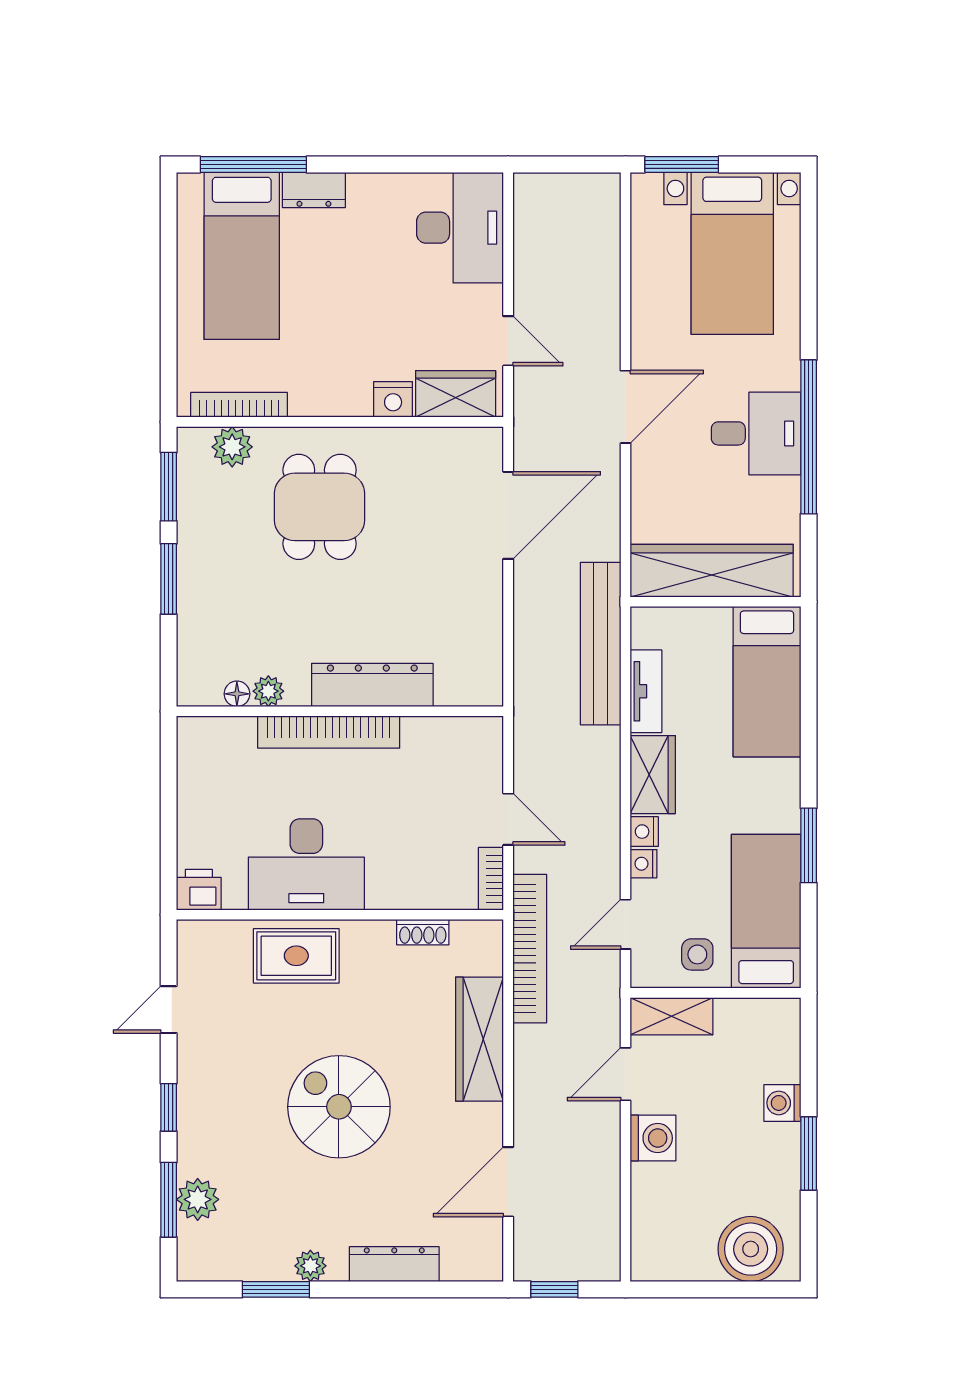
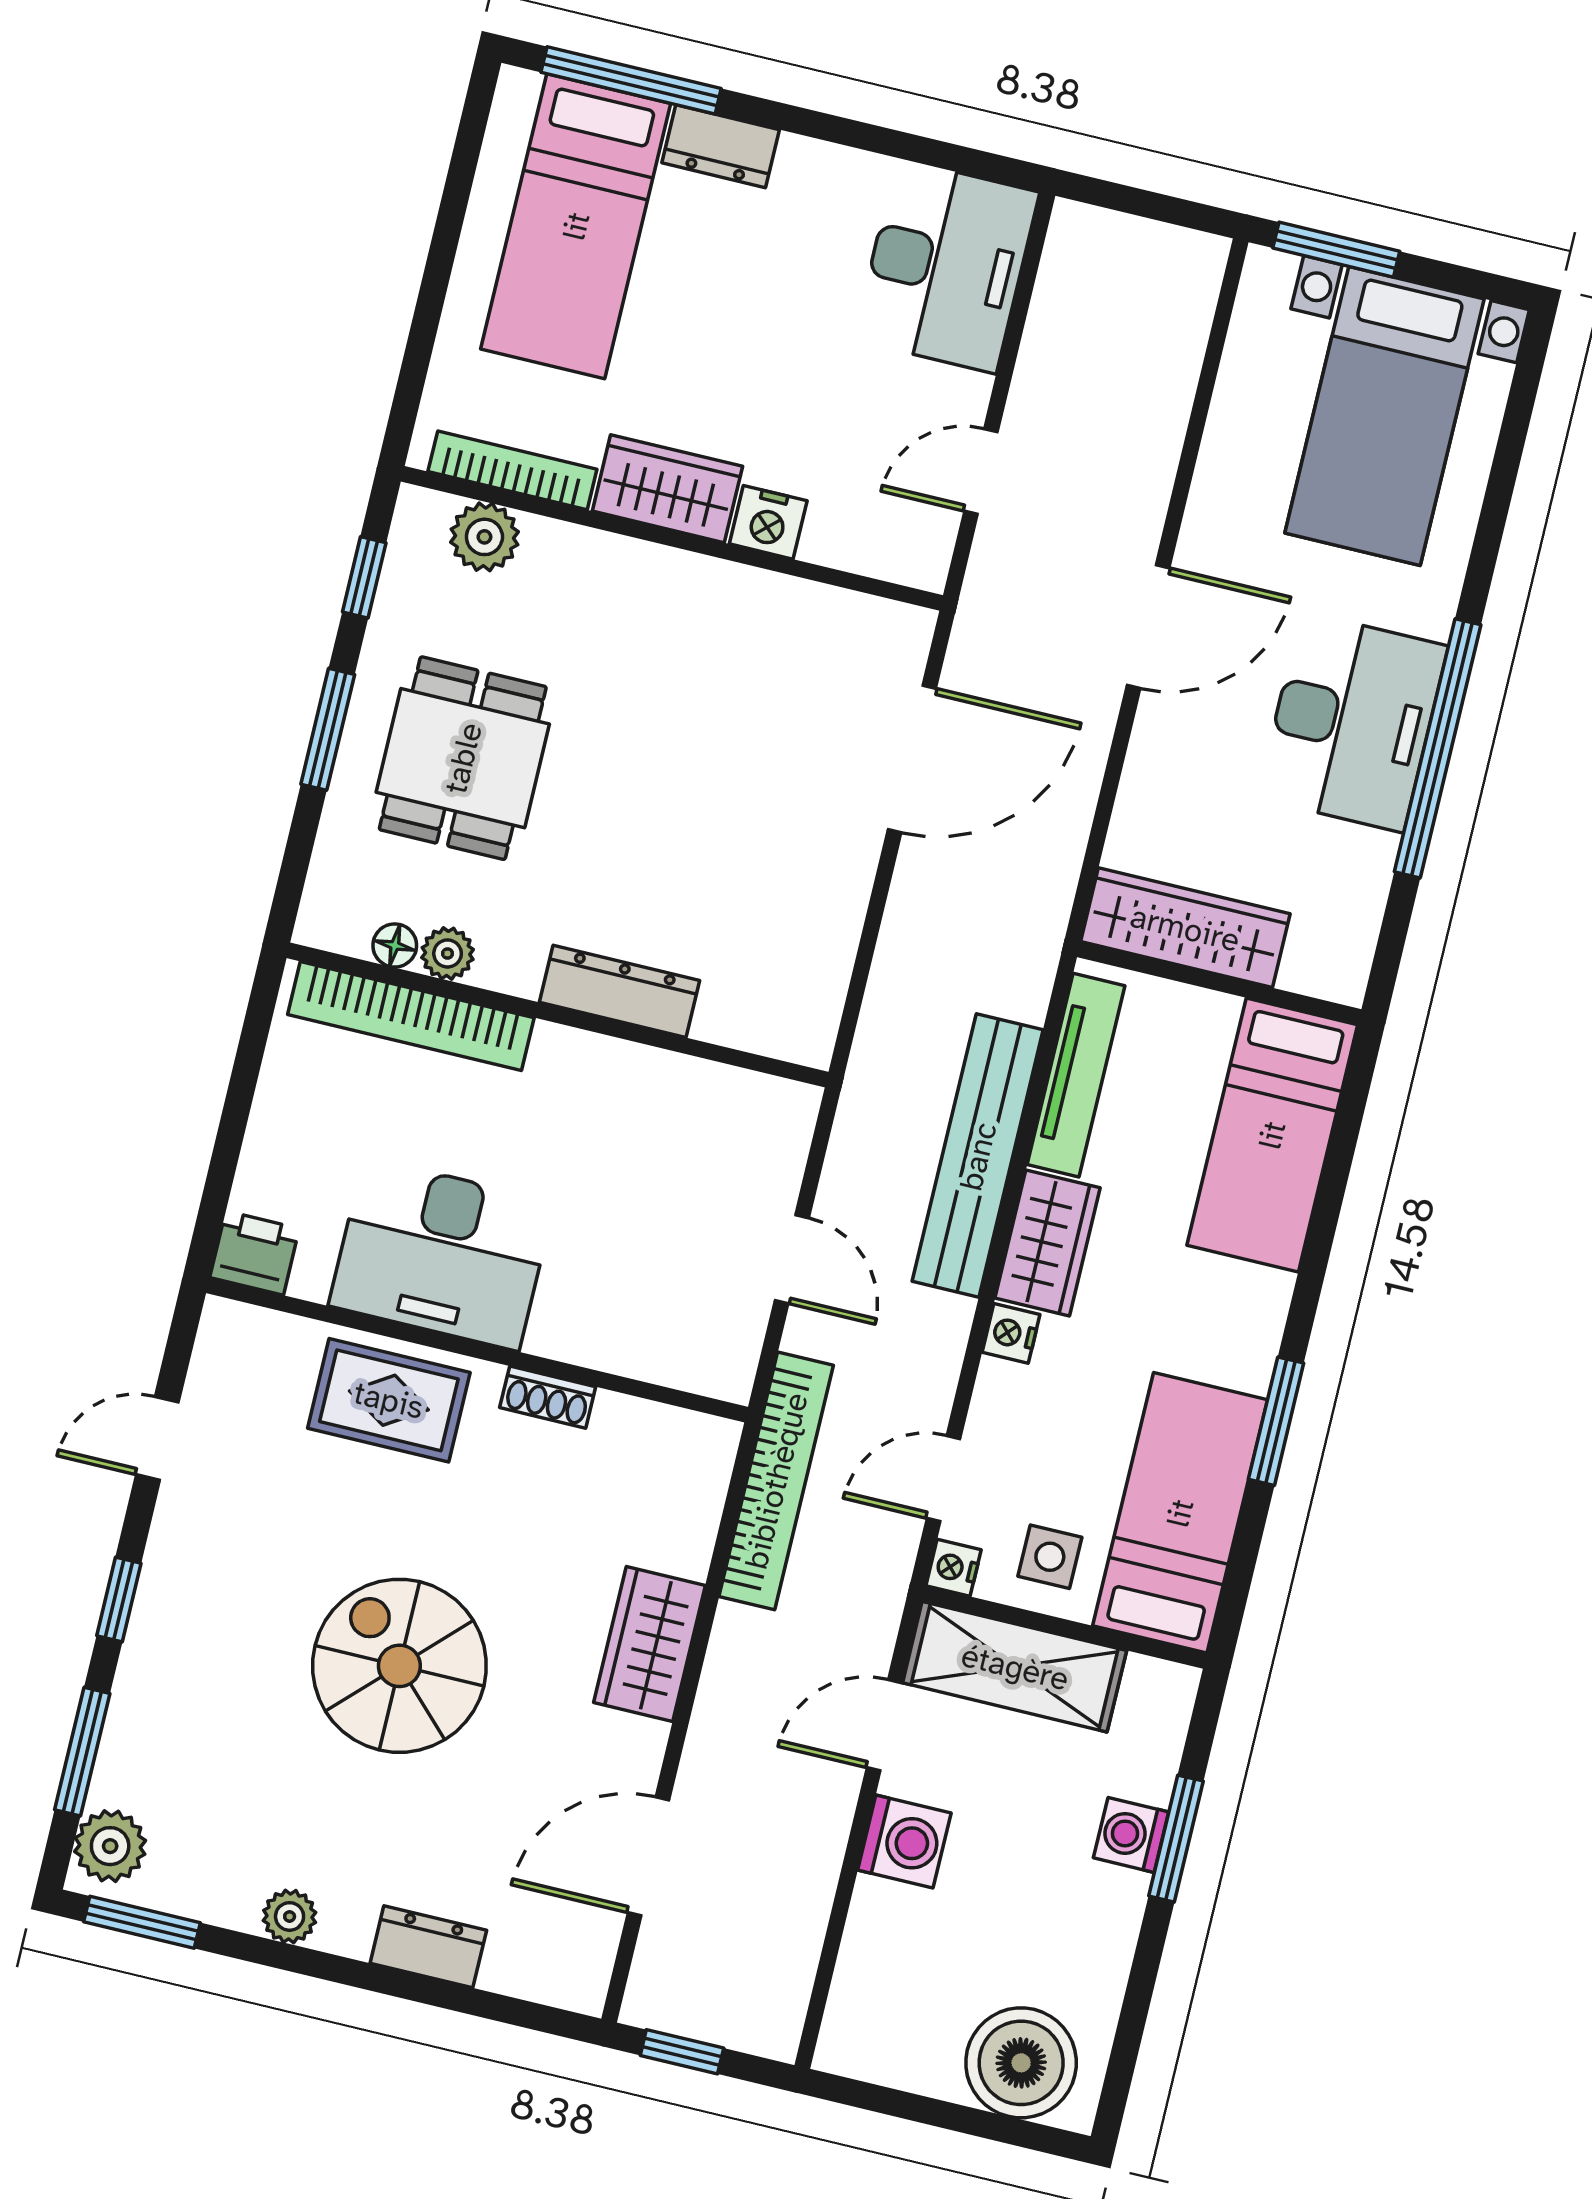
door: (508, 341) -> (981, 472), swing flipped
wardrobe: (456, 394) -> (667, 489), moved
desk: (756, 433) -> (1352, 722), width x1.37
window: (169, 487) -> (364, 577), width x0.67
dining table: (320, 507) -> (463, 758), moved
wardrobe: (712, 571) -> (1185, 928), width x0.71, depth x0.85
bench: (601, 644) -> (978, 1156), moved
dresser: (372, 685) -> (619, 991), width x0.73, depth x0.80
tv unit: (646, 691) -> (1076, 1075), width x1.41
bookcase: (329, 732) -> (411, 1016), moved
nightstand: (644, 864) -> (954, 1568), moved
bookcase: (491, 879) -> (740, 1350), removed
shoe rack: (423, 932) -> (548, 1397), moved
shelving: (672, 1016) -> (1015, 1667), width x1.50, depth x1.33
wardrobe: (480, 1039) -> (649, 1644), width x0.67
window: (809, 1153) -> (1176, 1839), moved
plant: (198, 1199) -> (110, 1846), moved
dresser: (394, 1264) -> (428, 1947), width x0.70
window: (276, 1289) -> (142, 1922), moved

